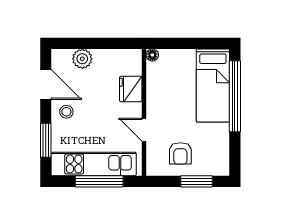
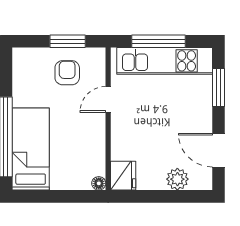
fridge: (131, 89) -> (123, 176), moved
stool: (66, 112) -> (195, 120), removed
door: (144, 130) -> (108, 100), swing flipped
window: (197, 181) -> (68, 41), moved

